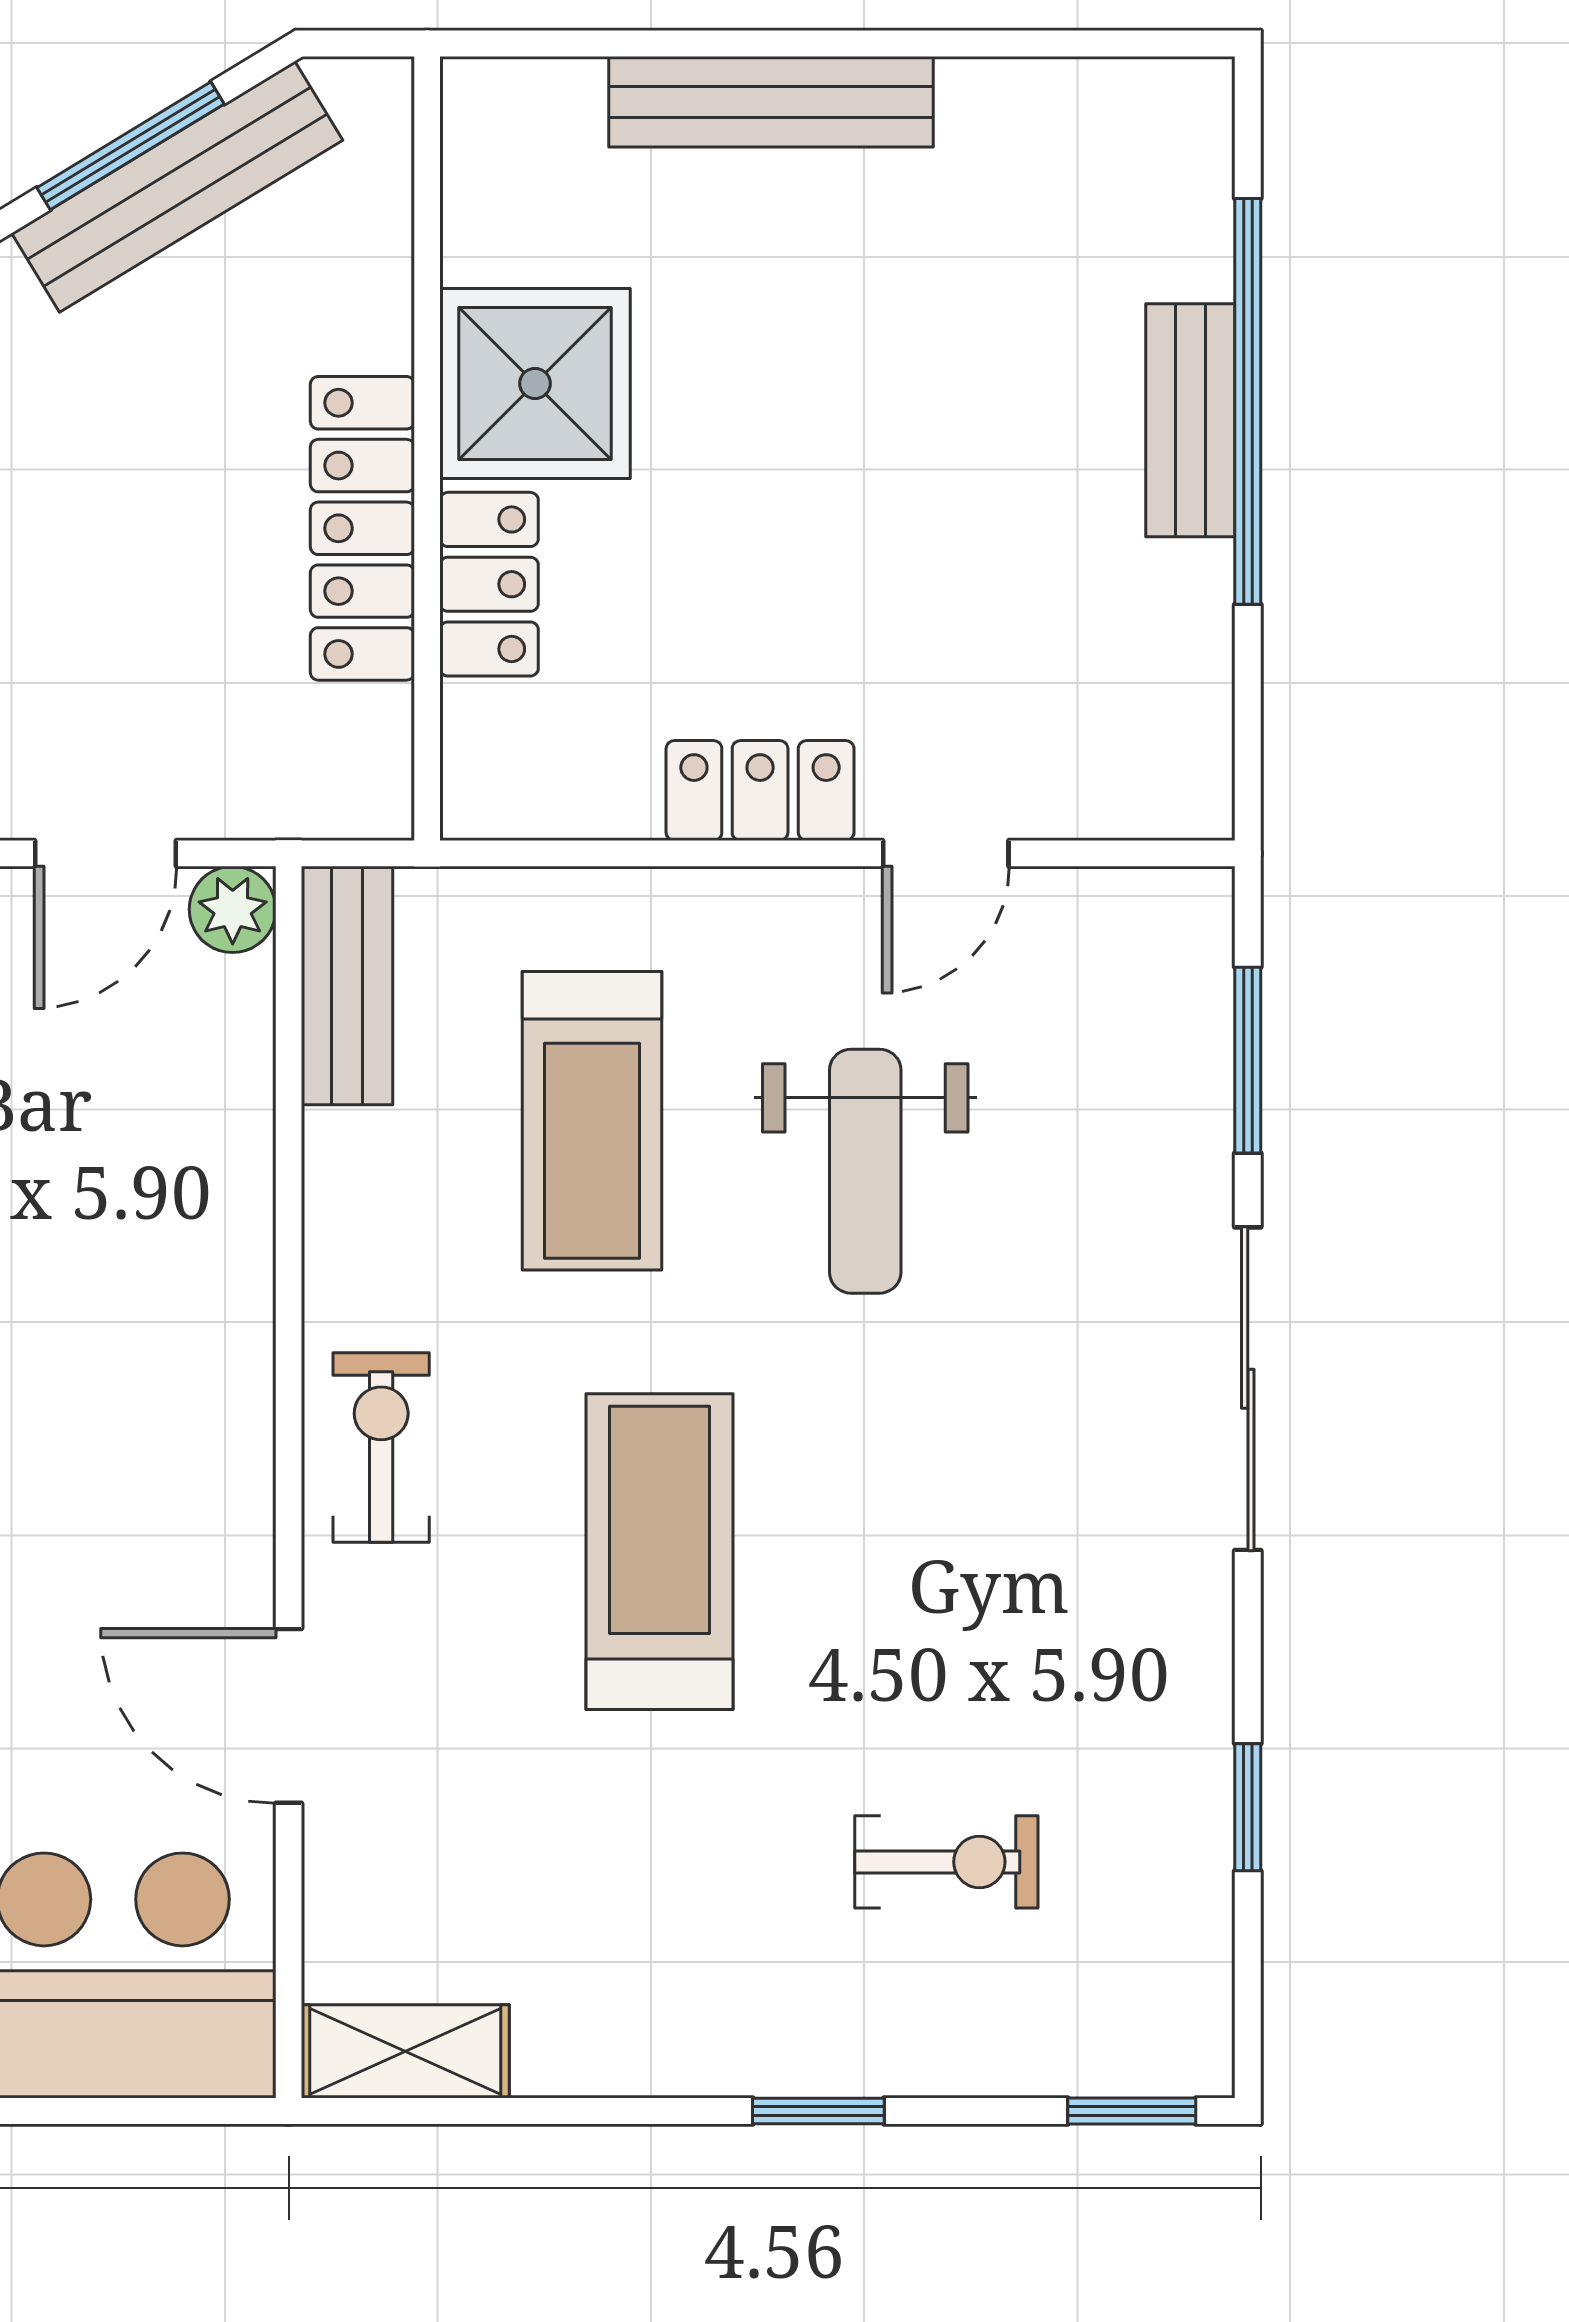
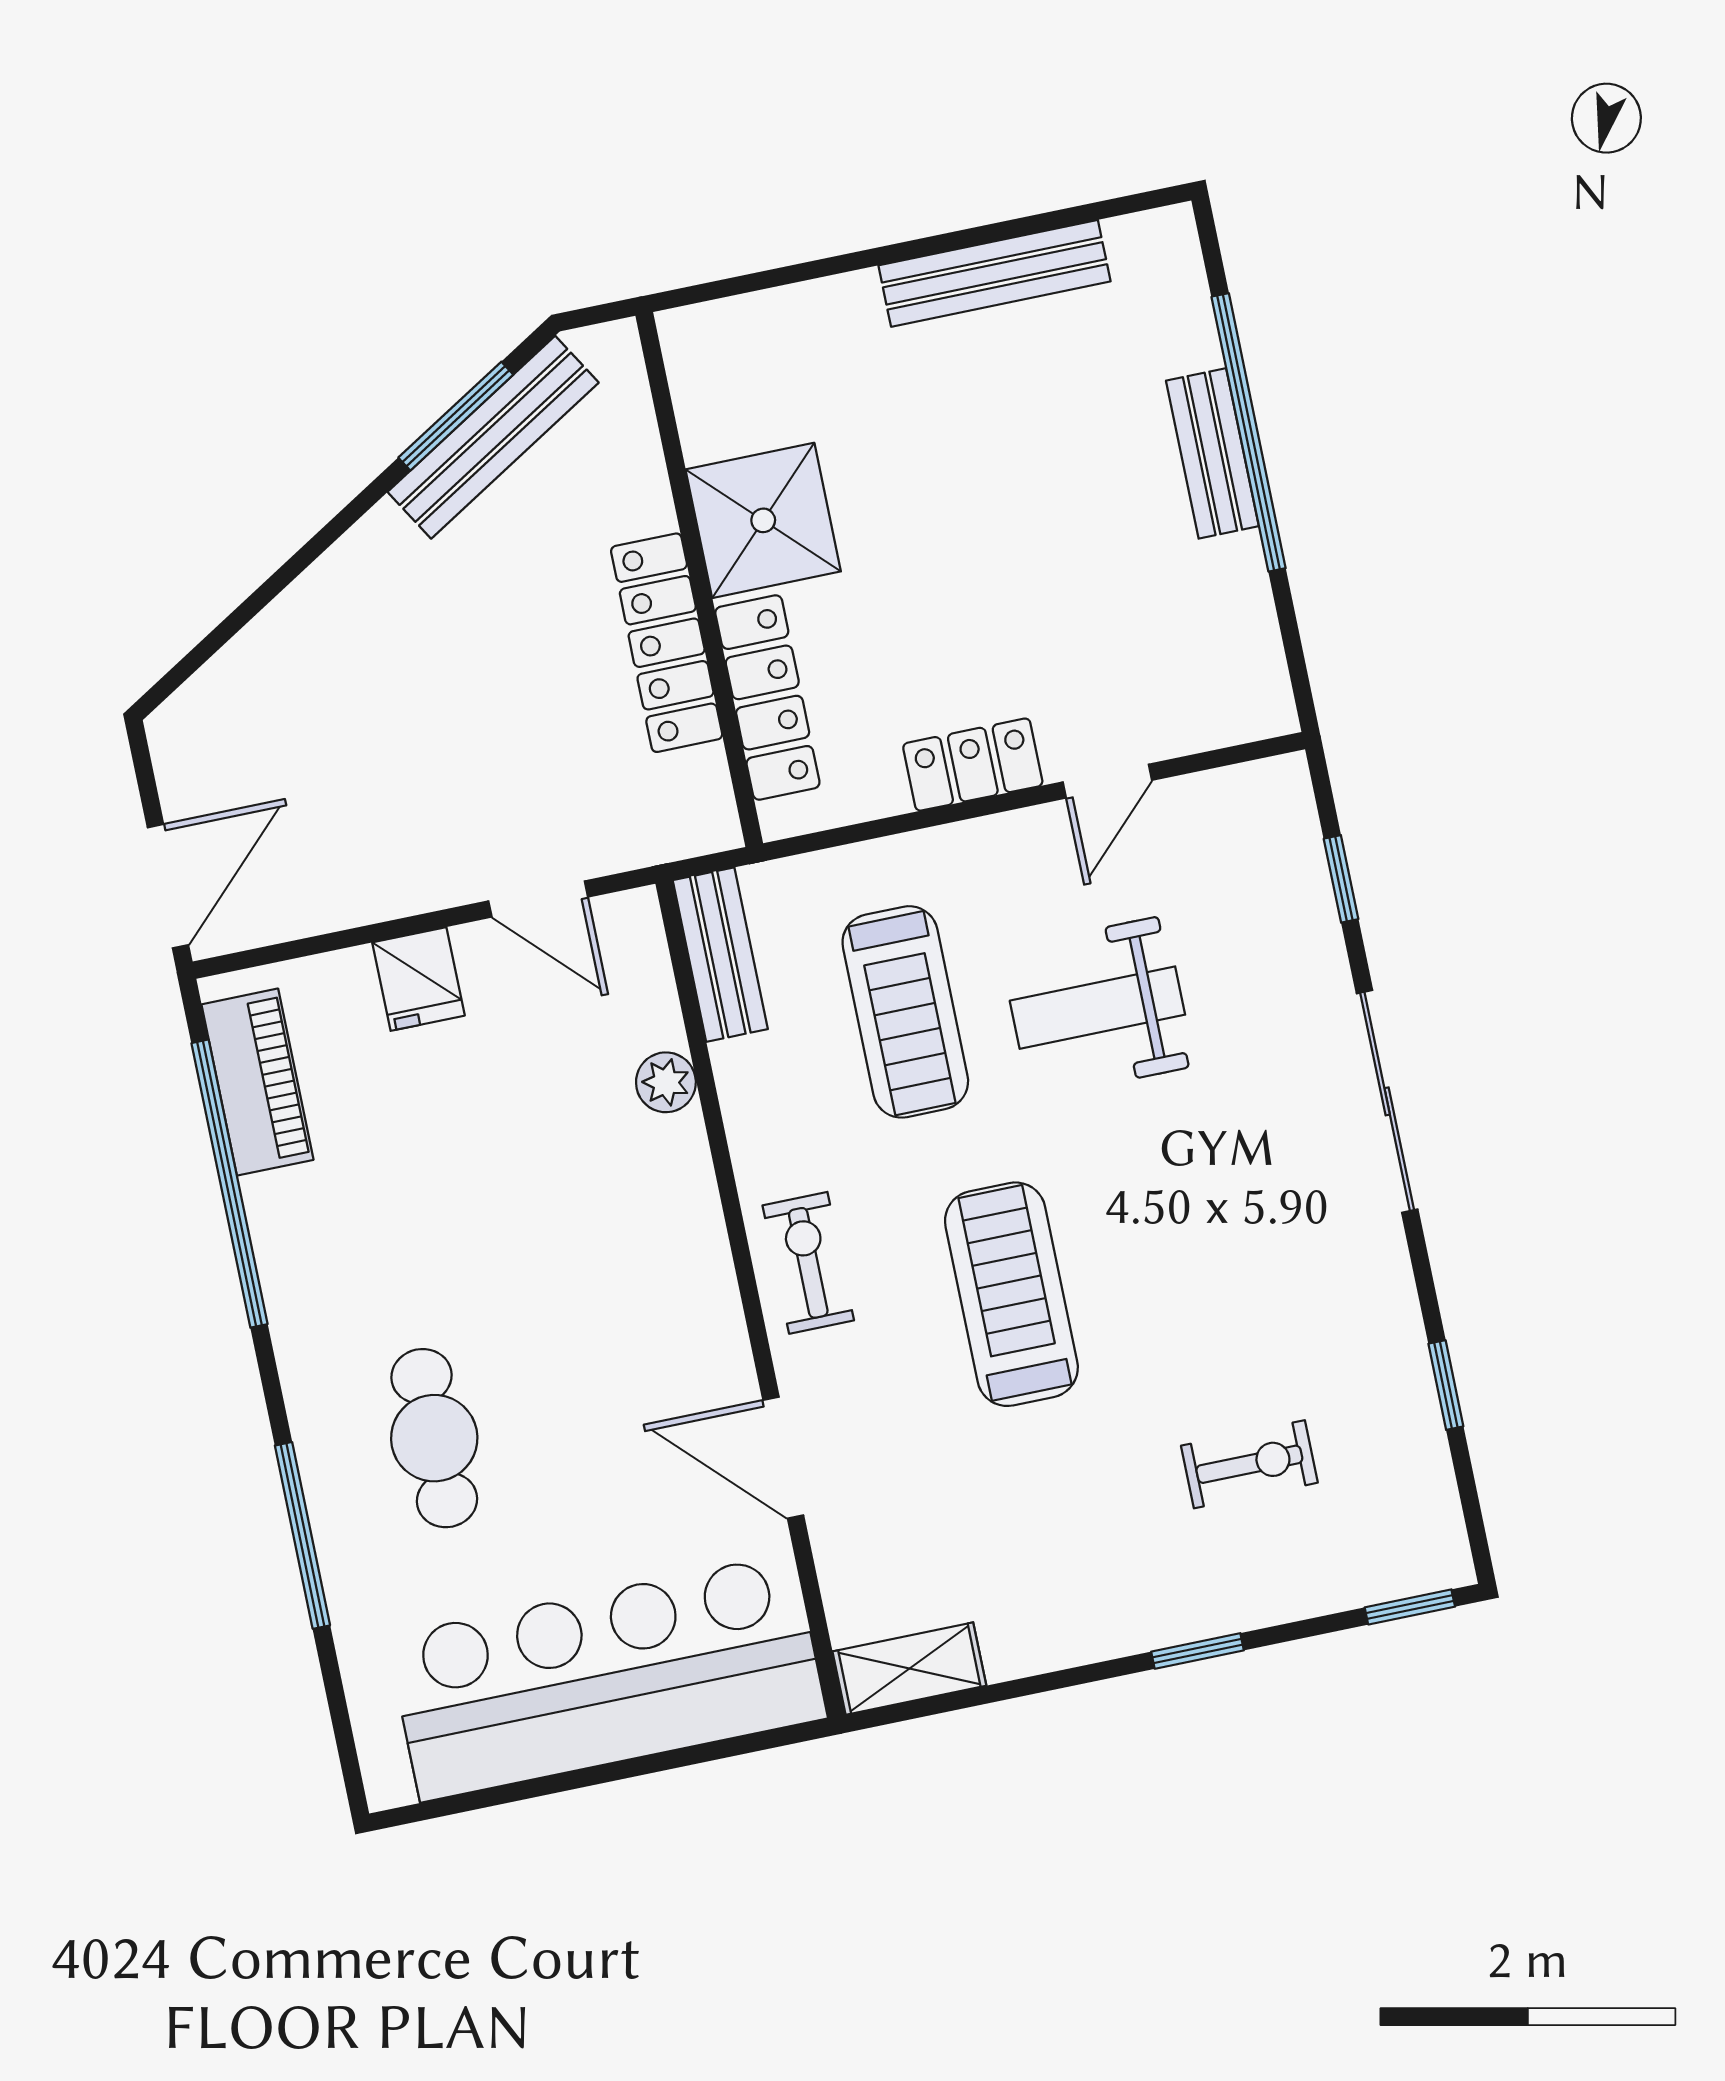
bench: (771, 102) -> (994, 273), moved
locker: (489, 584) -> (767, 697), width x1.53
door: (106, 853) -> (538, 899), hinge flipped
plant: (233, 909) -> (666, 1082), moved
window: (1248, 1060) -> (1341, 879), width x0.67
weight bench: (865, 1171) -> (1097, 1008), turned 90

